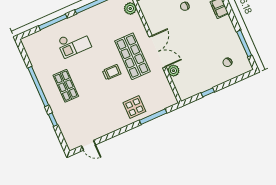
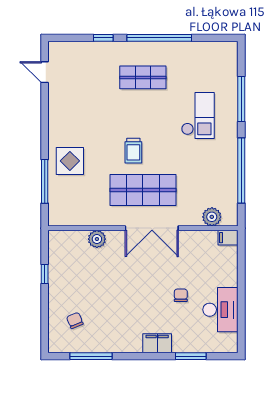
checkout: (74, 43) -> (198, 116), turned 180
double door: (157, 52) -> (152, 228), moved
door: (88, 145) -> (45, 72), hinge flipped

